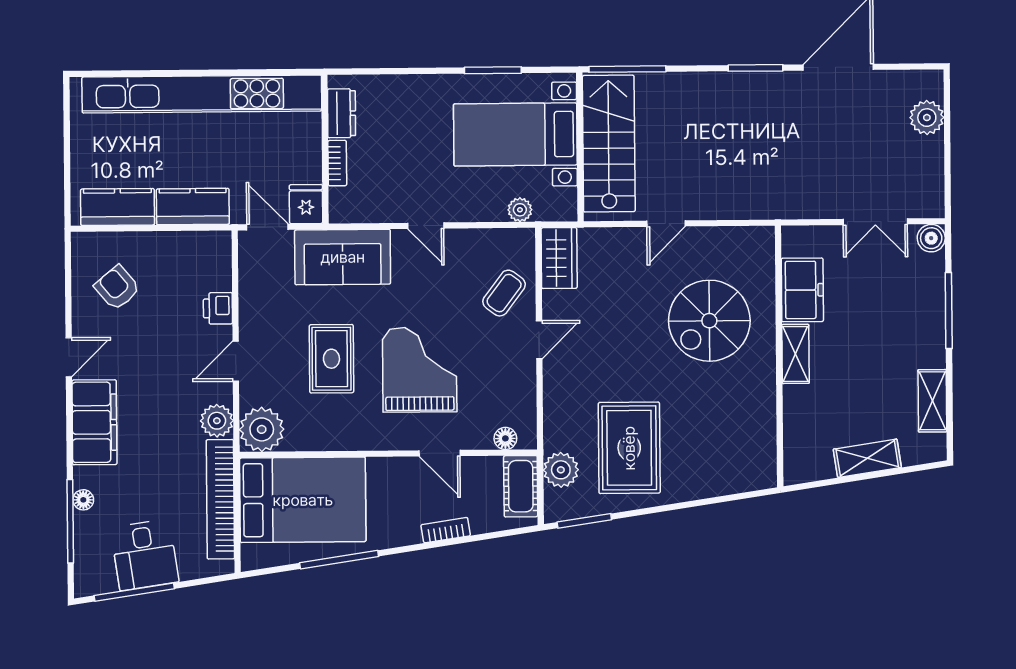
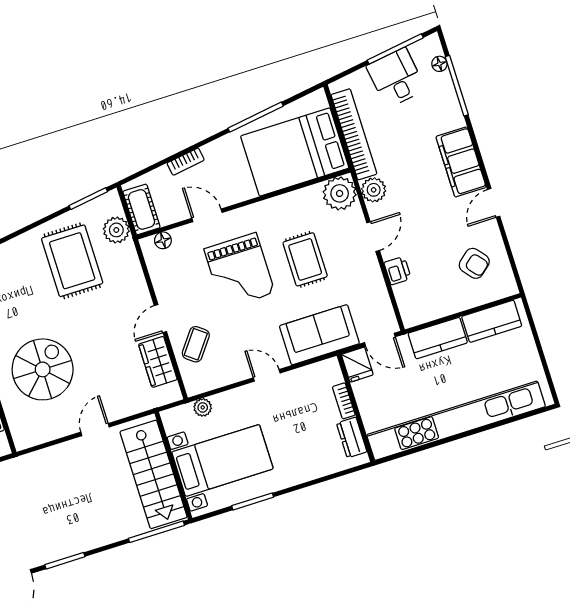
wardrobe: (559, 258) -> (158, 362), moved
floor lamp: (83, 500) -> (439, 64), moved

